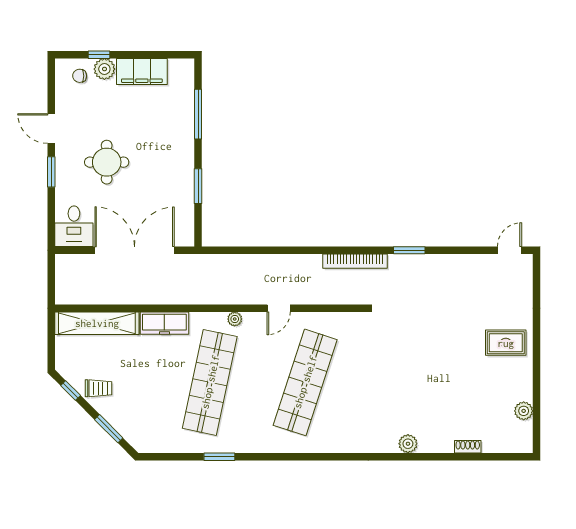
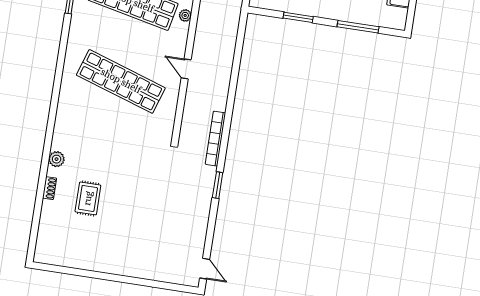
plant: (235, 319) -> (185, 15), moved
rug: (506, 343) -> (88, 198), moved
plant: (524, 411) -> (69, 260), removed
shoe rack: (468, 447) -> (50, 188), moved

